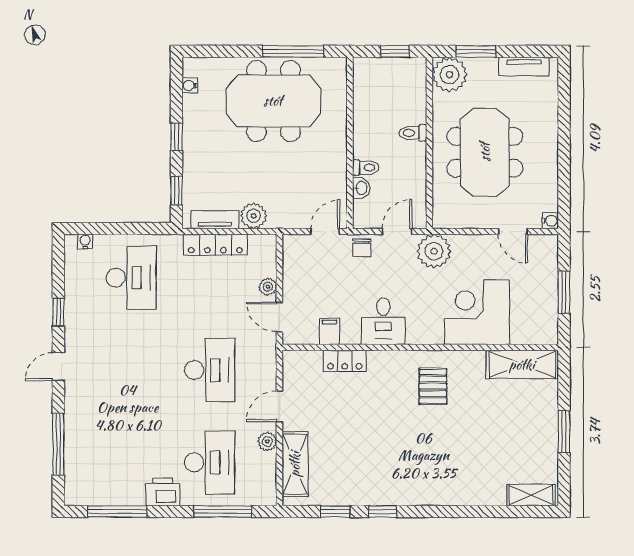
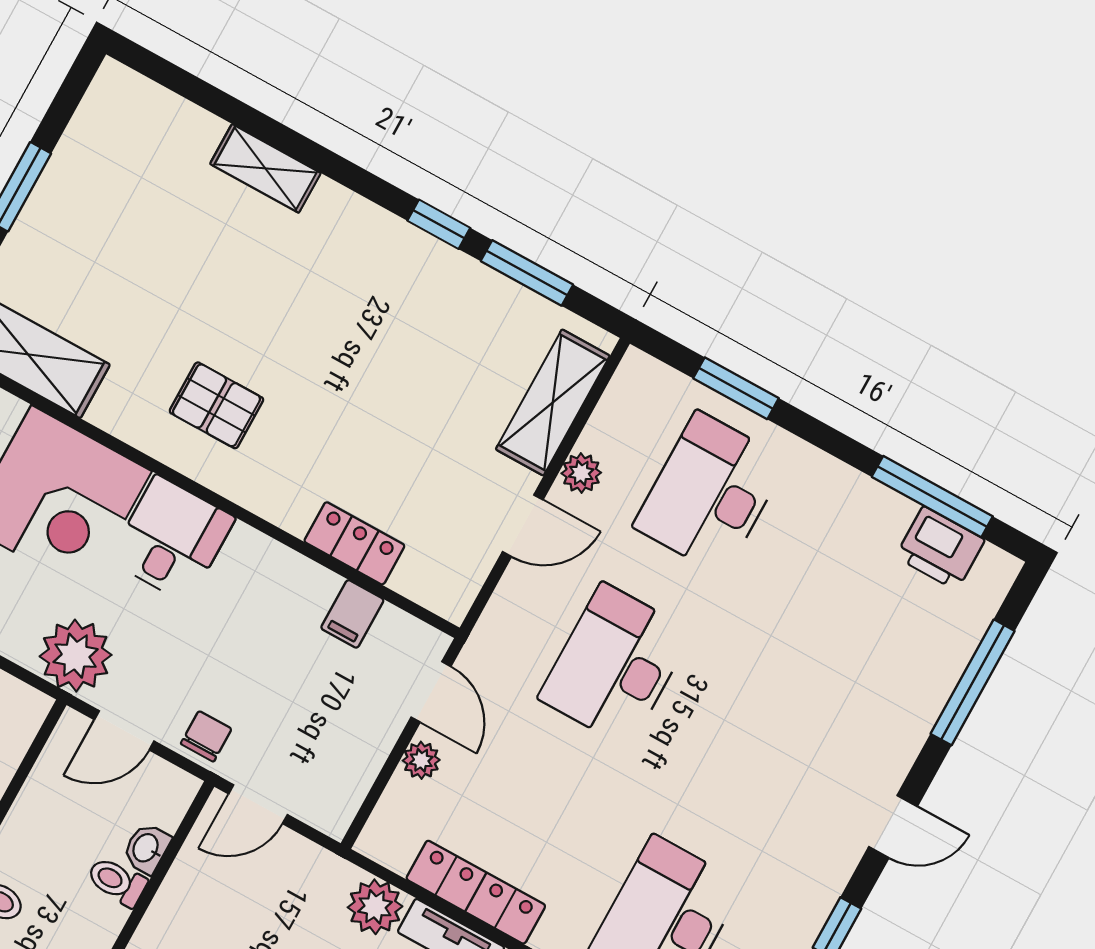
desk: (383, 321) -> (172, 539), moved
pallet: (433, 386) -> (216, 405), turned 90
printer: (163, 492) -> (940, 548), moved
shelving: (531, 495) -> (265, 168), moved
window: (223, 512) -> (736, 388), width x0.69
window: (335, 512) -> (527, 273), width x1.50

